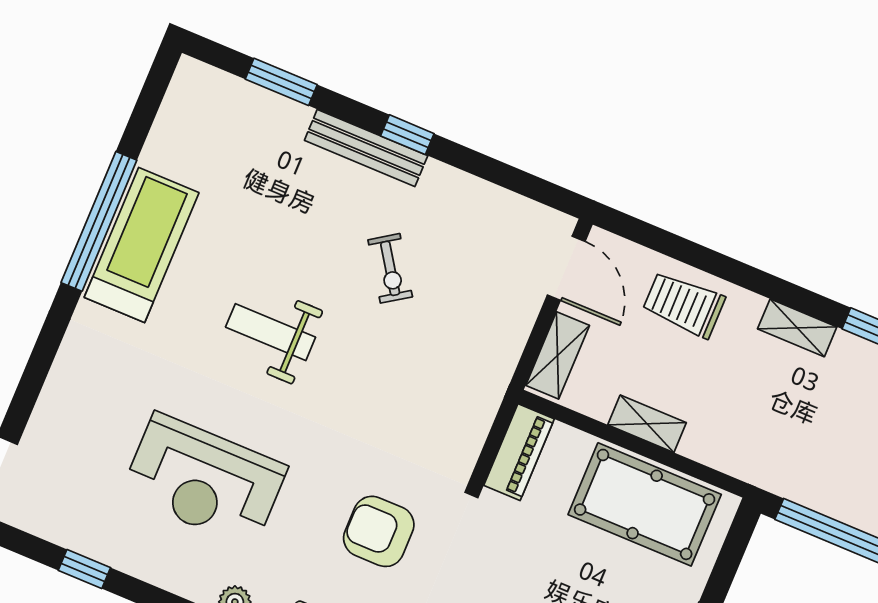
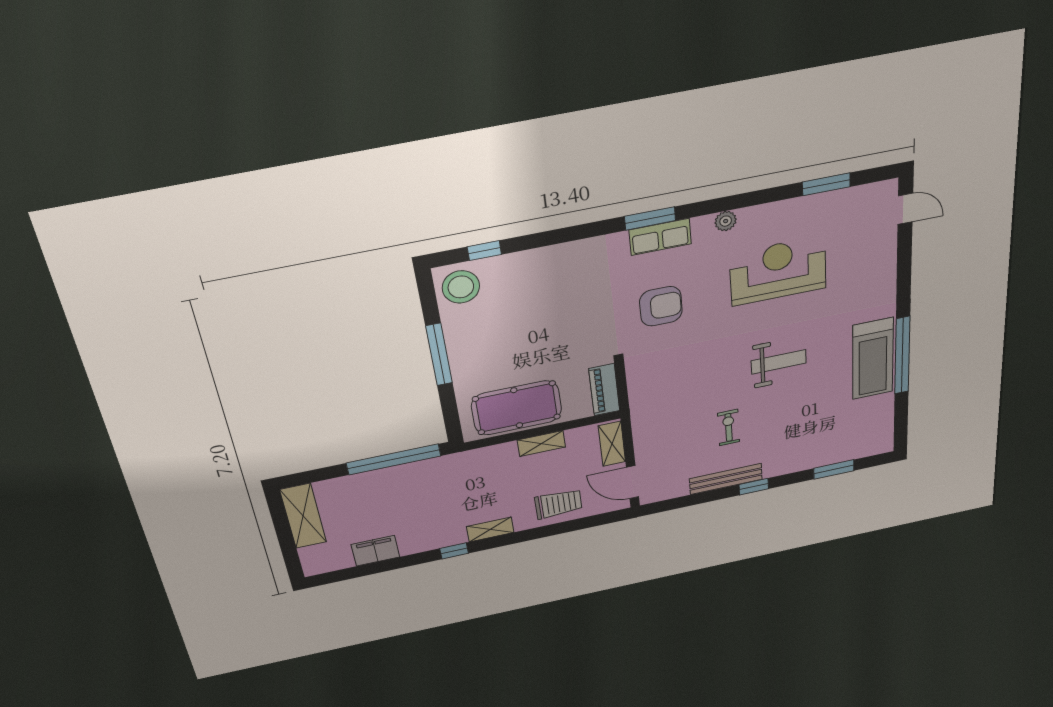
bench: (366, 148) -> (726, 479), moved
exercise bike: (390, 268) -> (729, 427), turned 34
window: (84, 569) -> (826, 184), width x1.50

